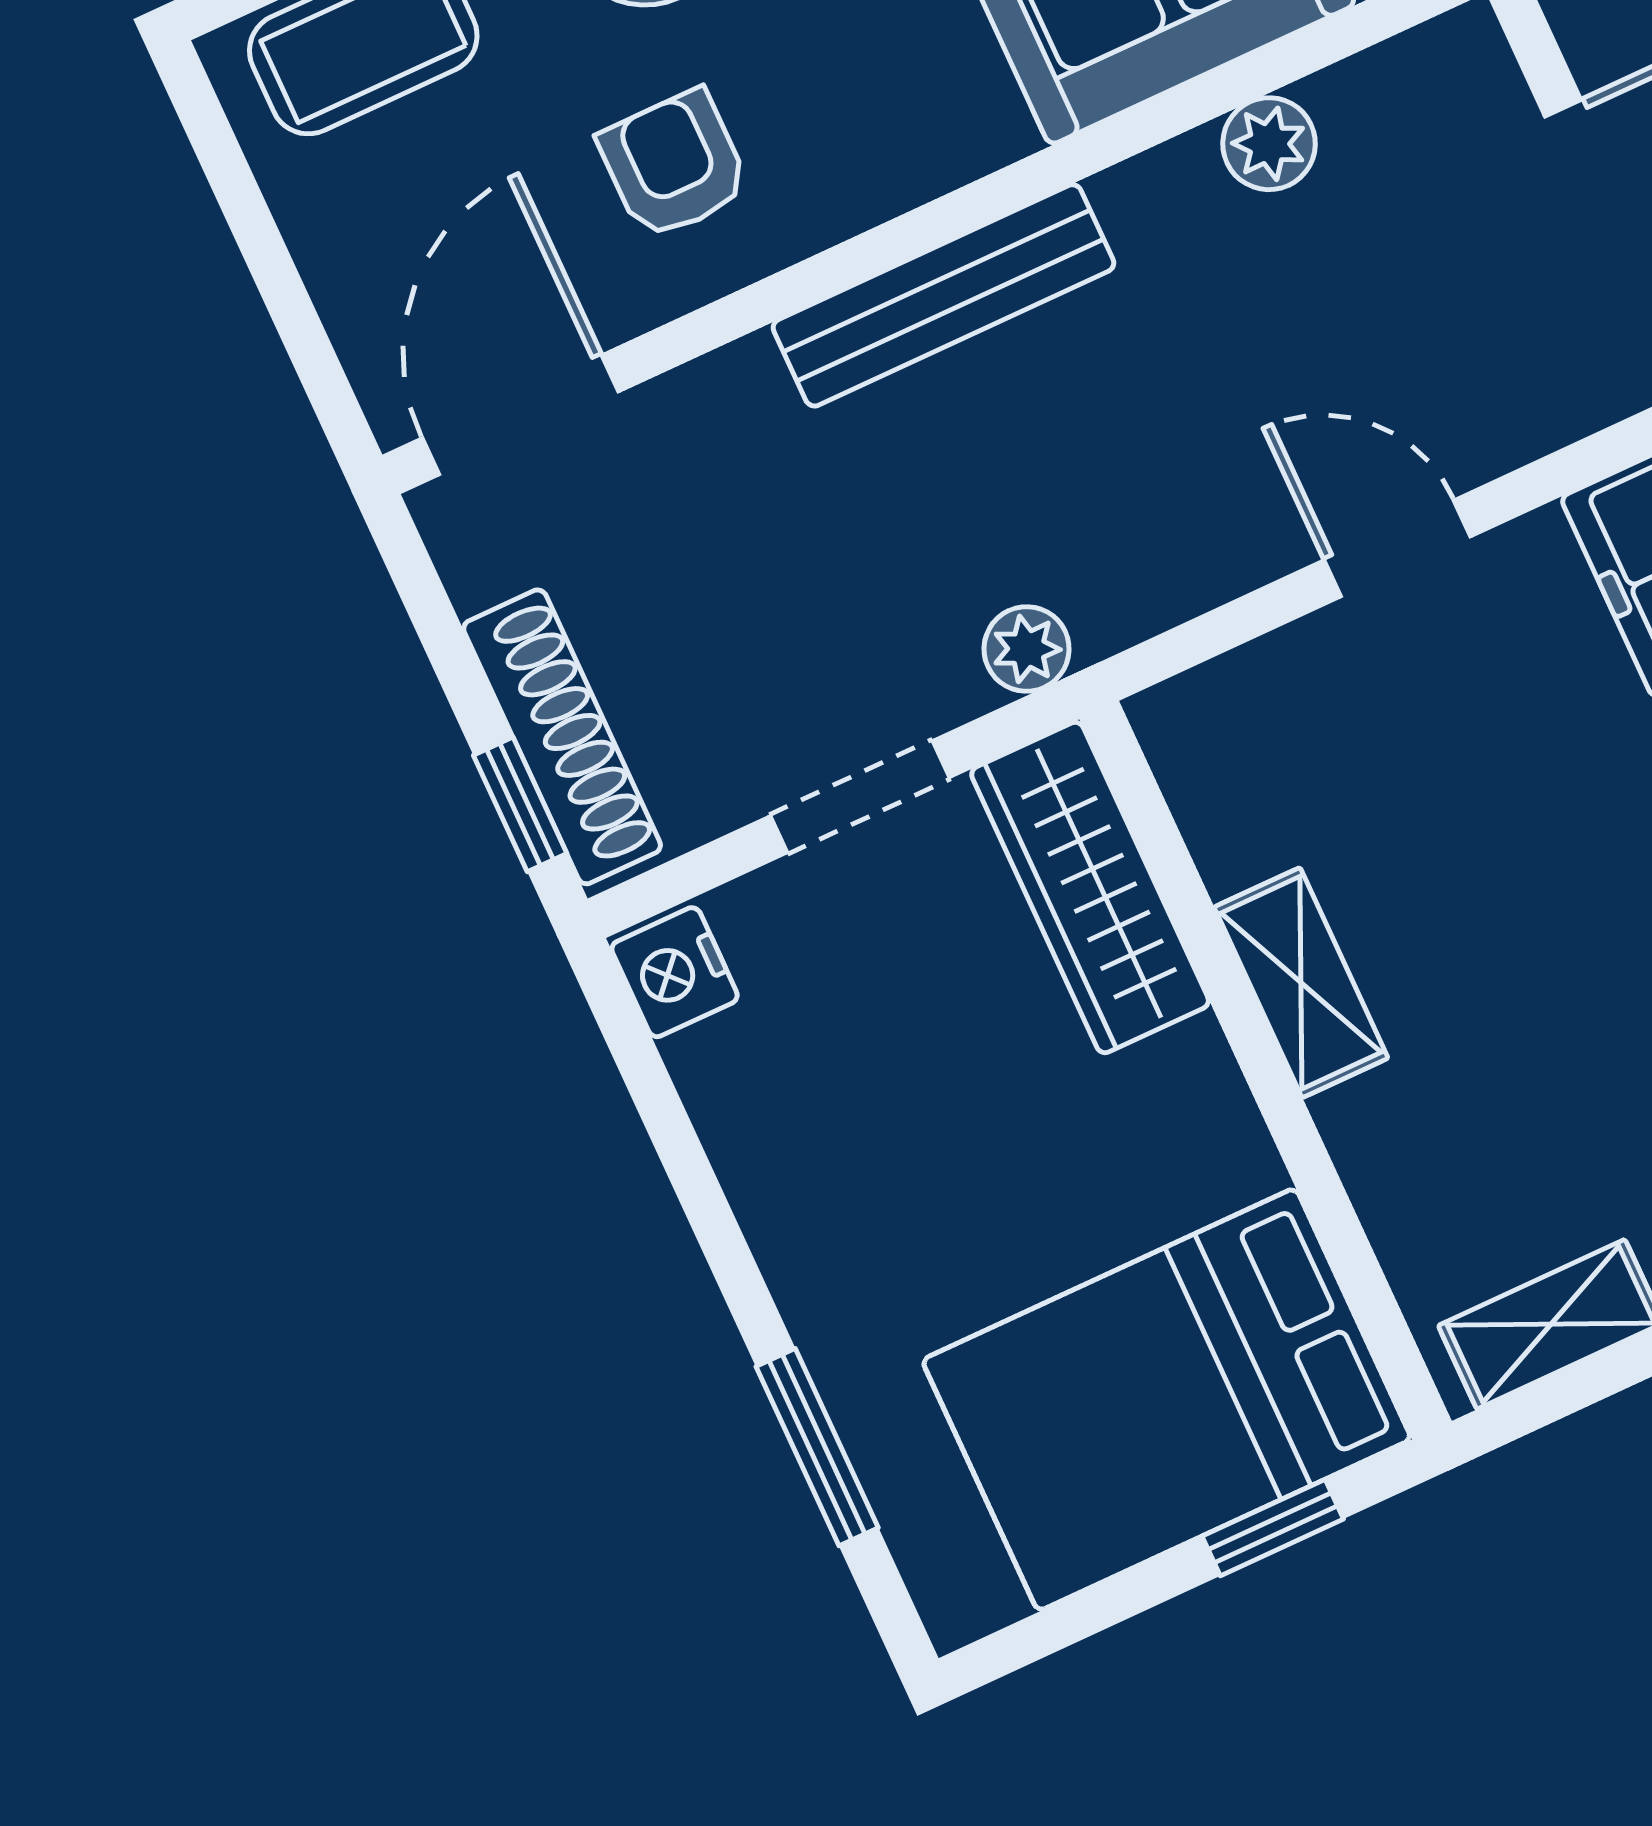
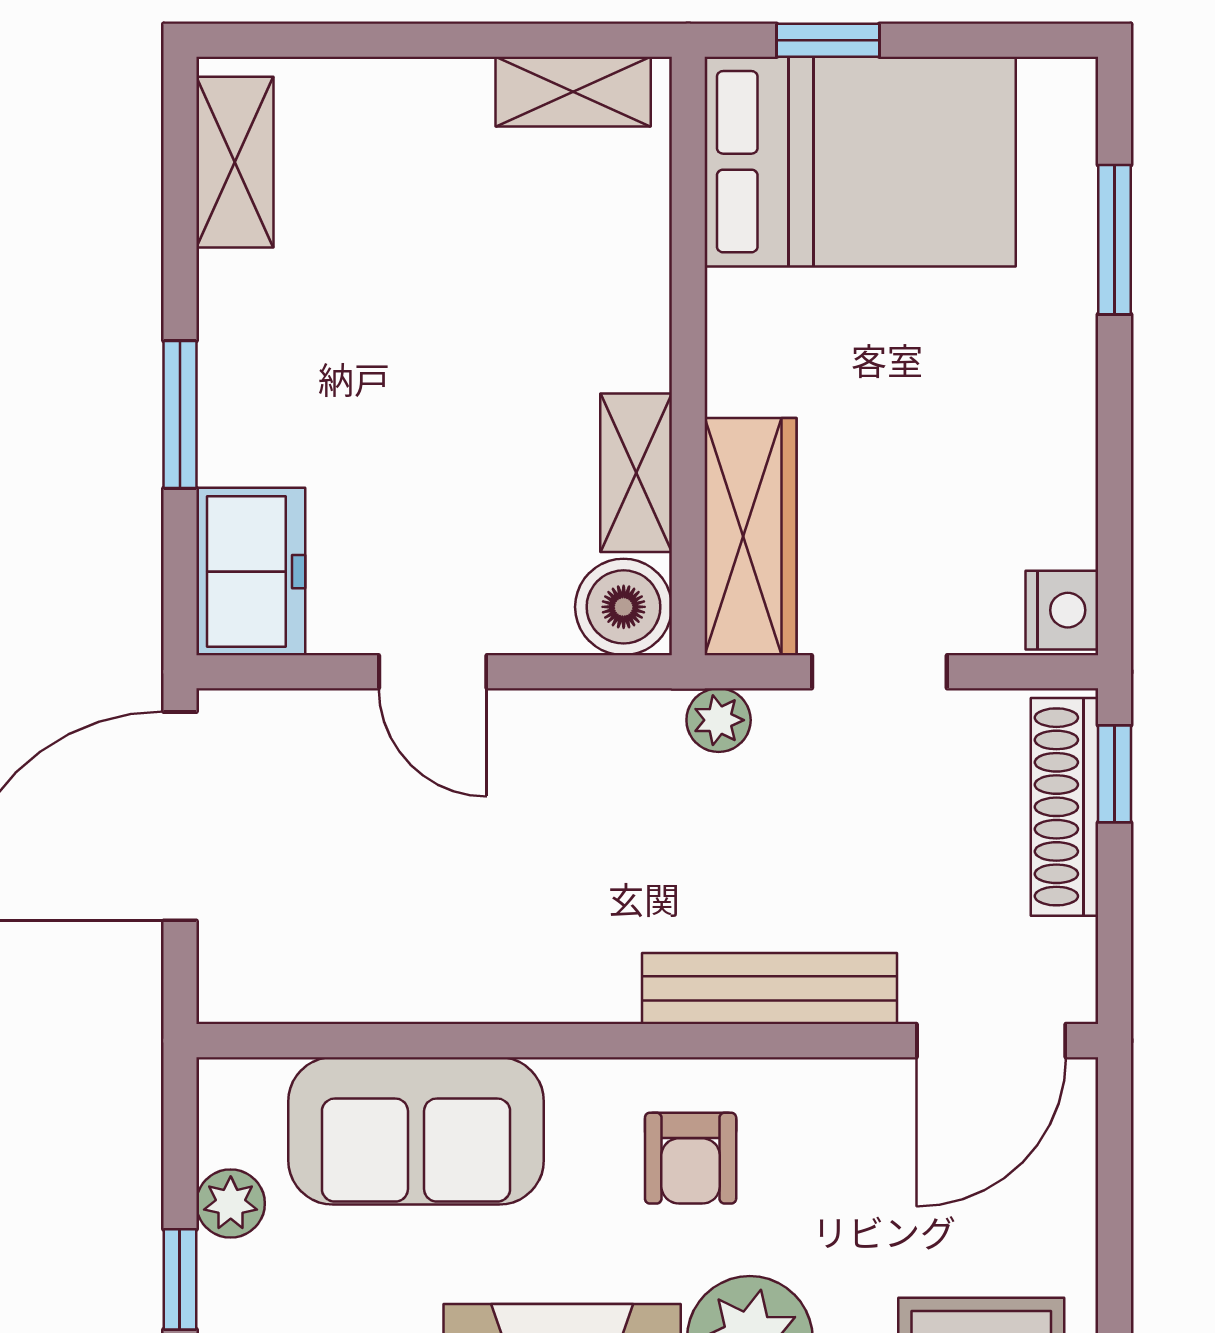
plant: (1269, 144) -> (393, 989), removed
armchair: (674, 165) -> (691, 1158), moved
bench: (943, 295) -> (770, 989), moved
boiler: (1204, 732) -> (624, 607), added
shelving: (1301, 983) -> (636, 473), moved

